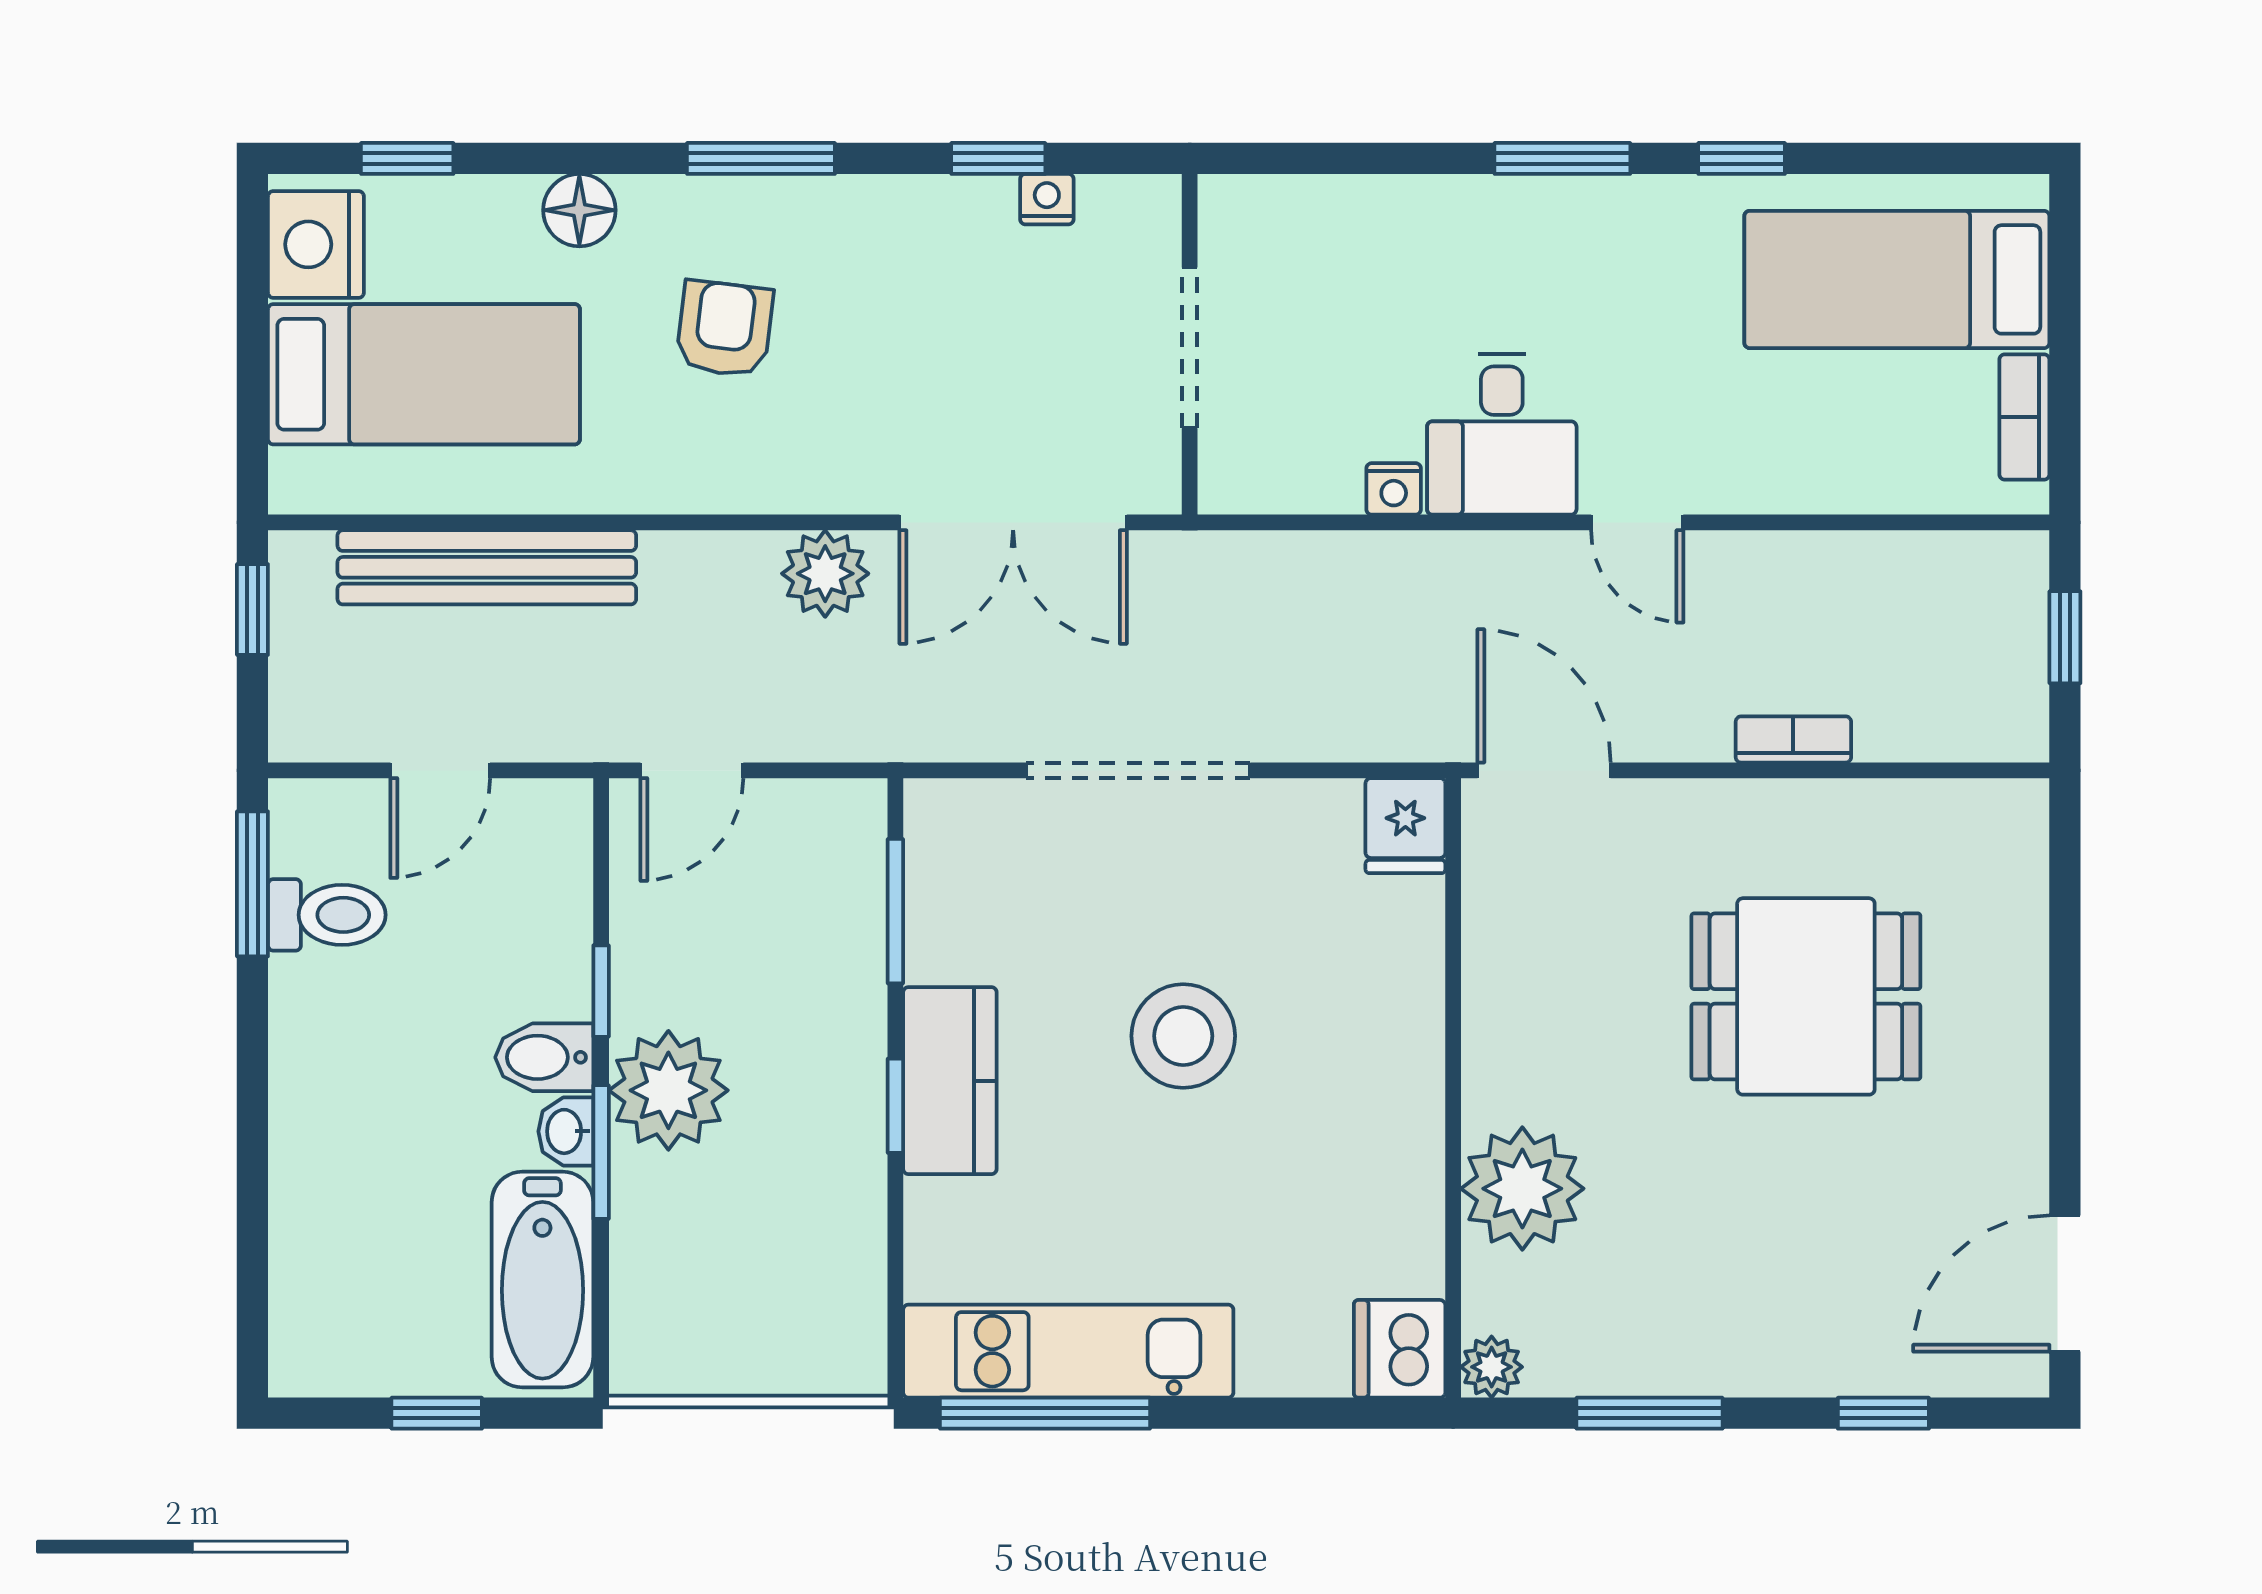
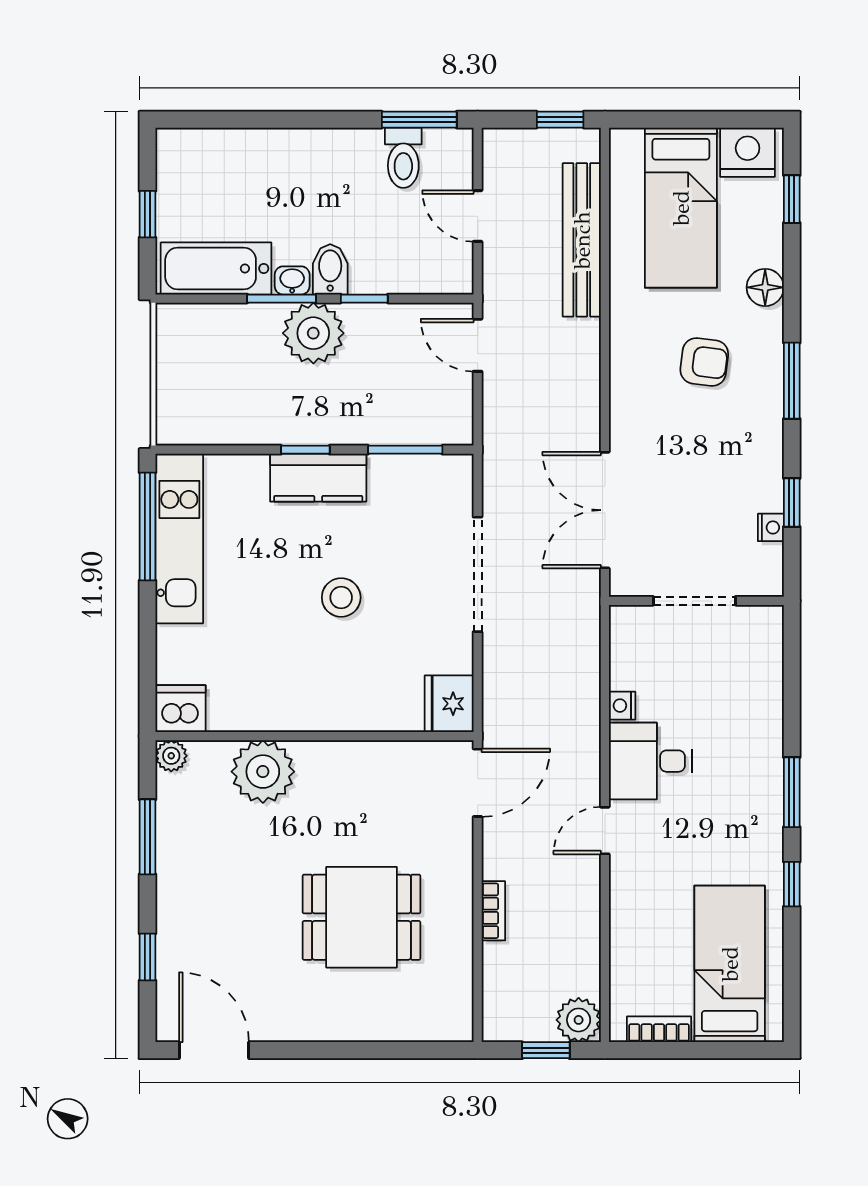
plant: (825, 574) -> (579, 1020), moved
fridge: (1405, 826) -> (449, 704), width x1.38
dining table: (1806, 996) -> (361, 917), turned 90
stool: (1183, 1036) -> (341, 597), width x0.73, depth x0.73

